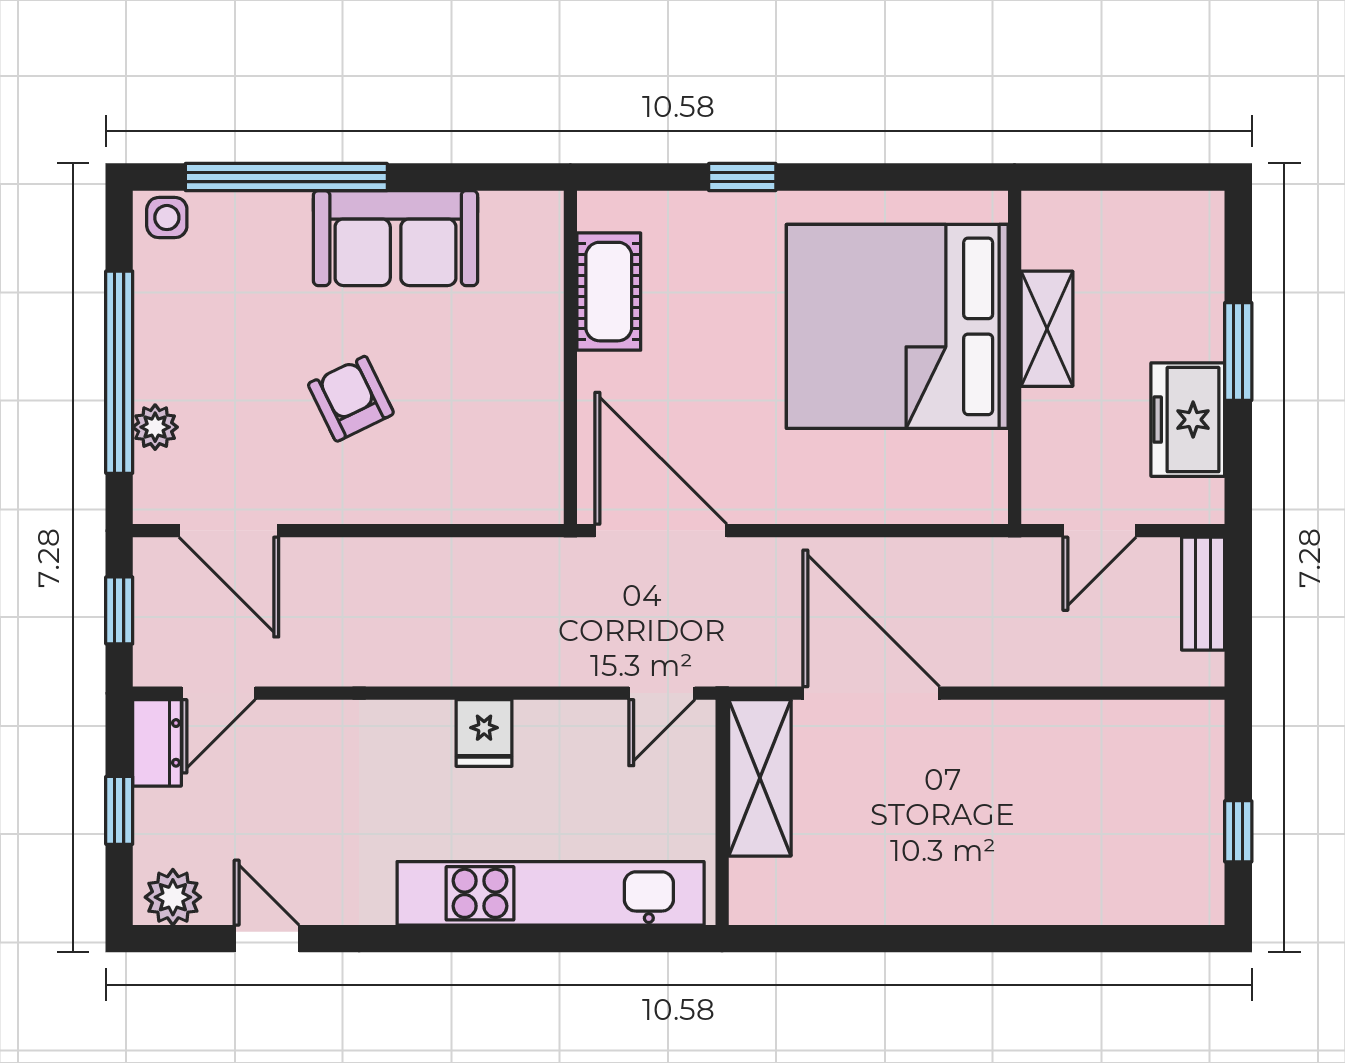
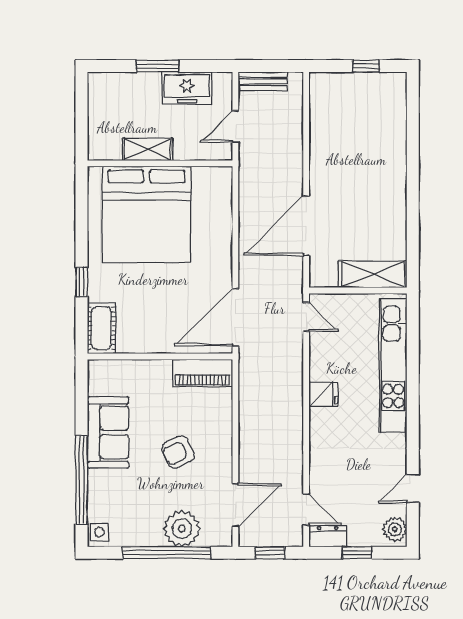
cot: (609, 292) -> (101, 328), moved, turned 90
plant: (155, 427) -> (182, 529), width x1.87, depth x1.87
piano: (533, 455) -> (203, 373), added
door: (1099, 531) -> (235, 126), swing flipped
shelving: (760, 778) -> (373, 274), moved

